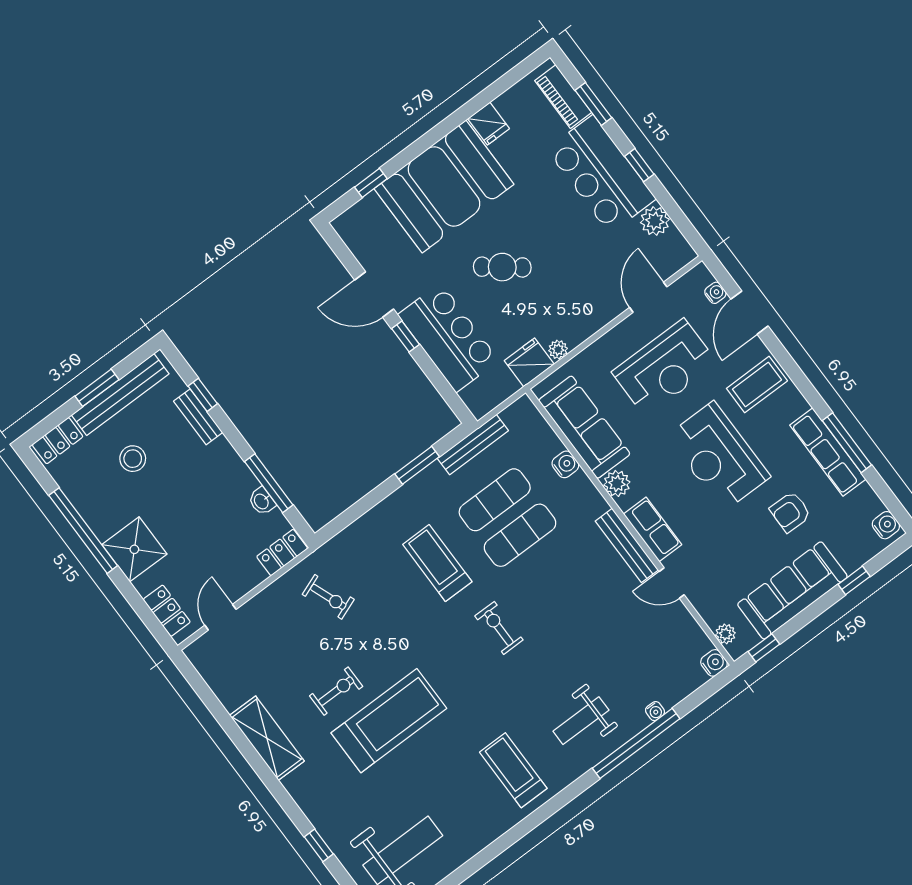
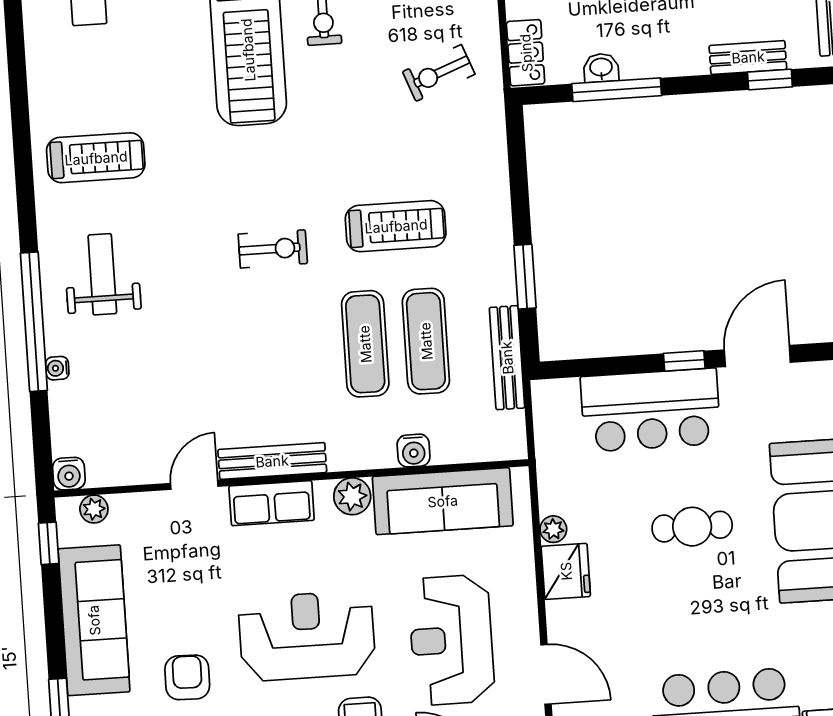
cafe table: (502, 267) -> (692, 527), turned 52
fridge: (529, 362) -> (566, 571), moved

